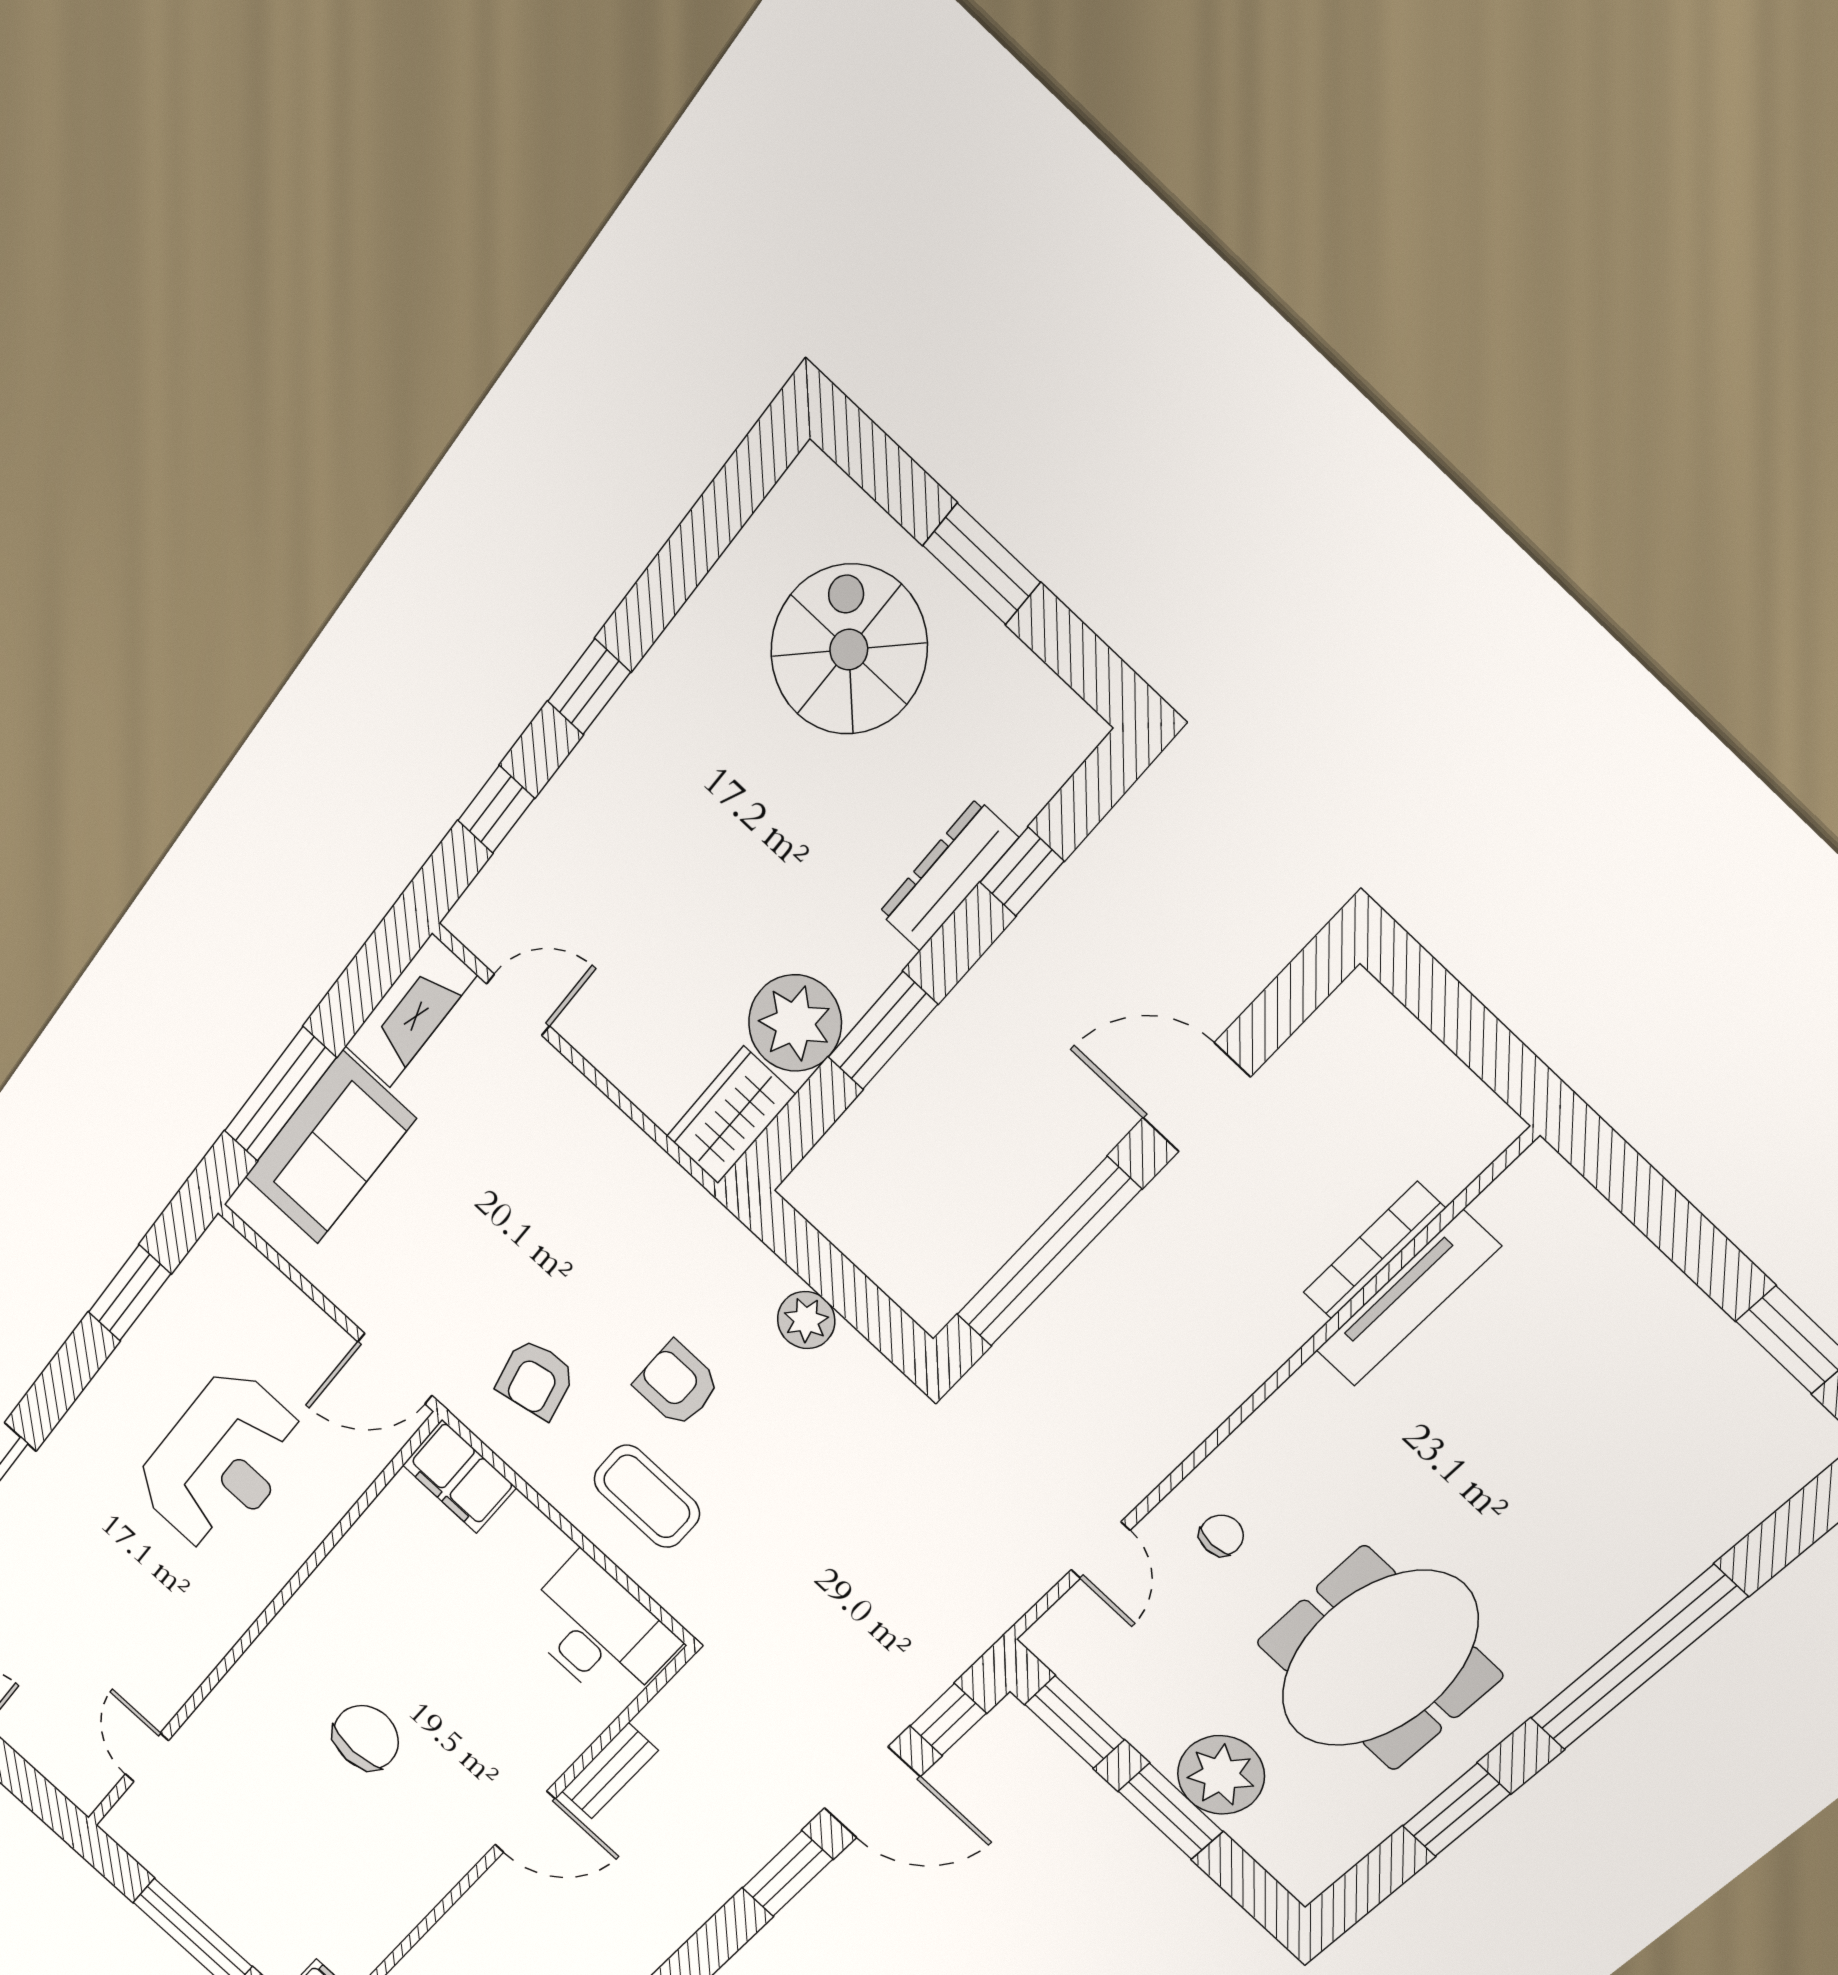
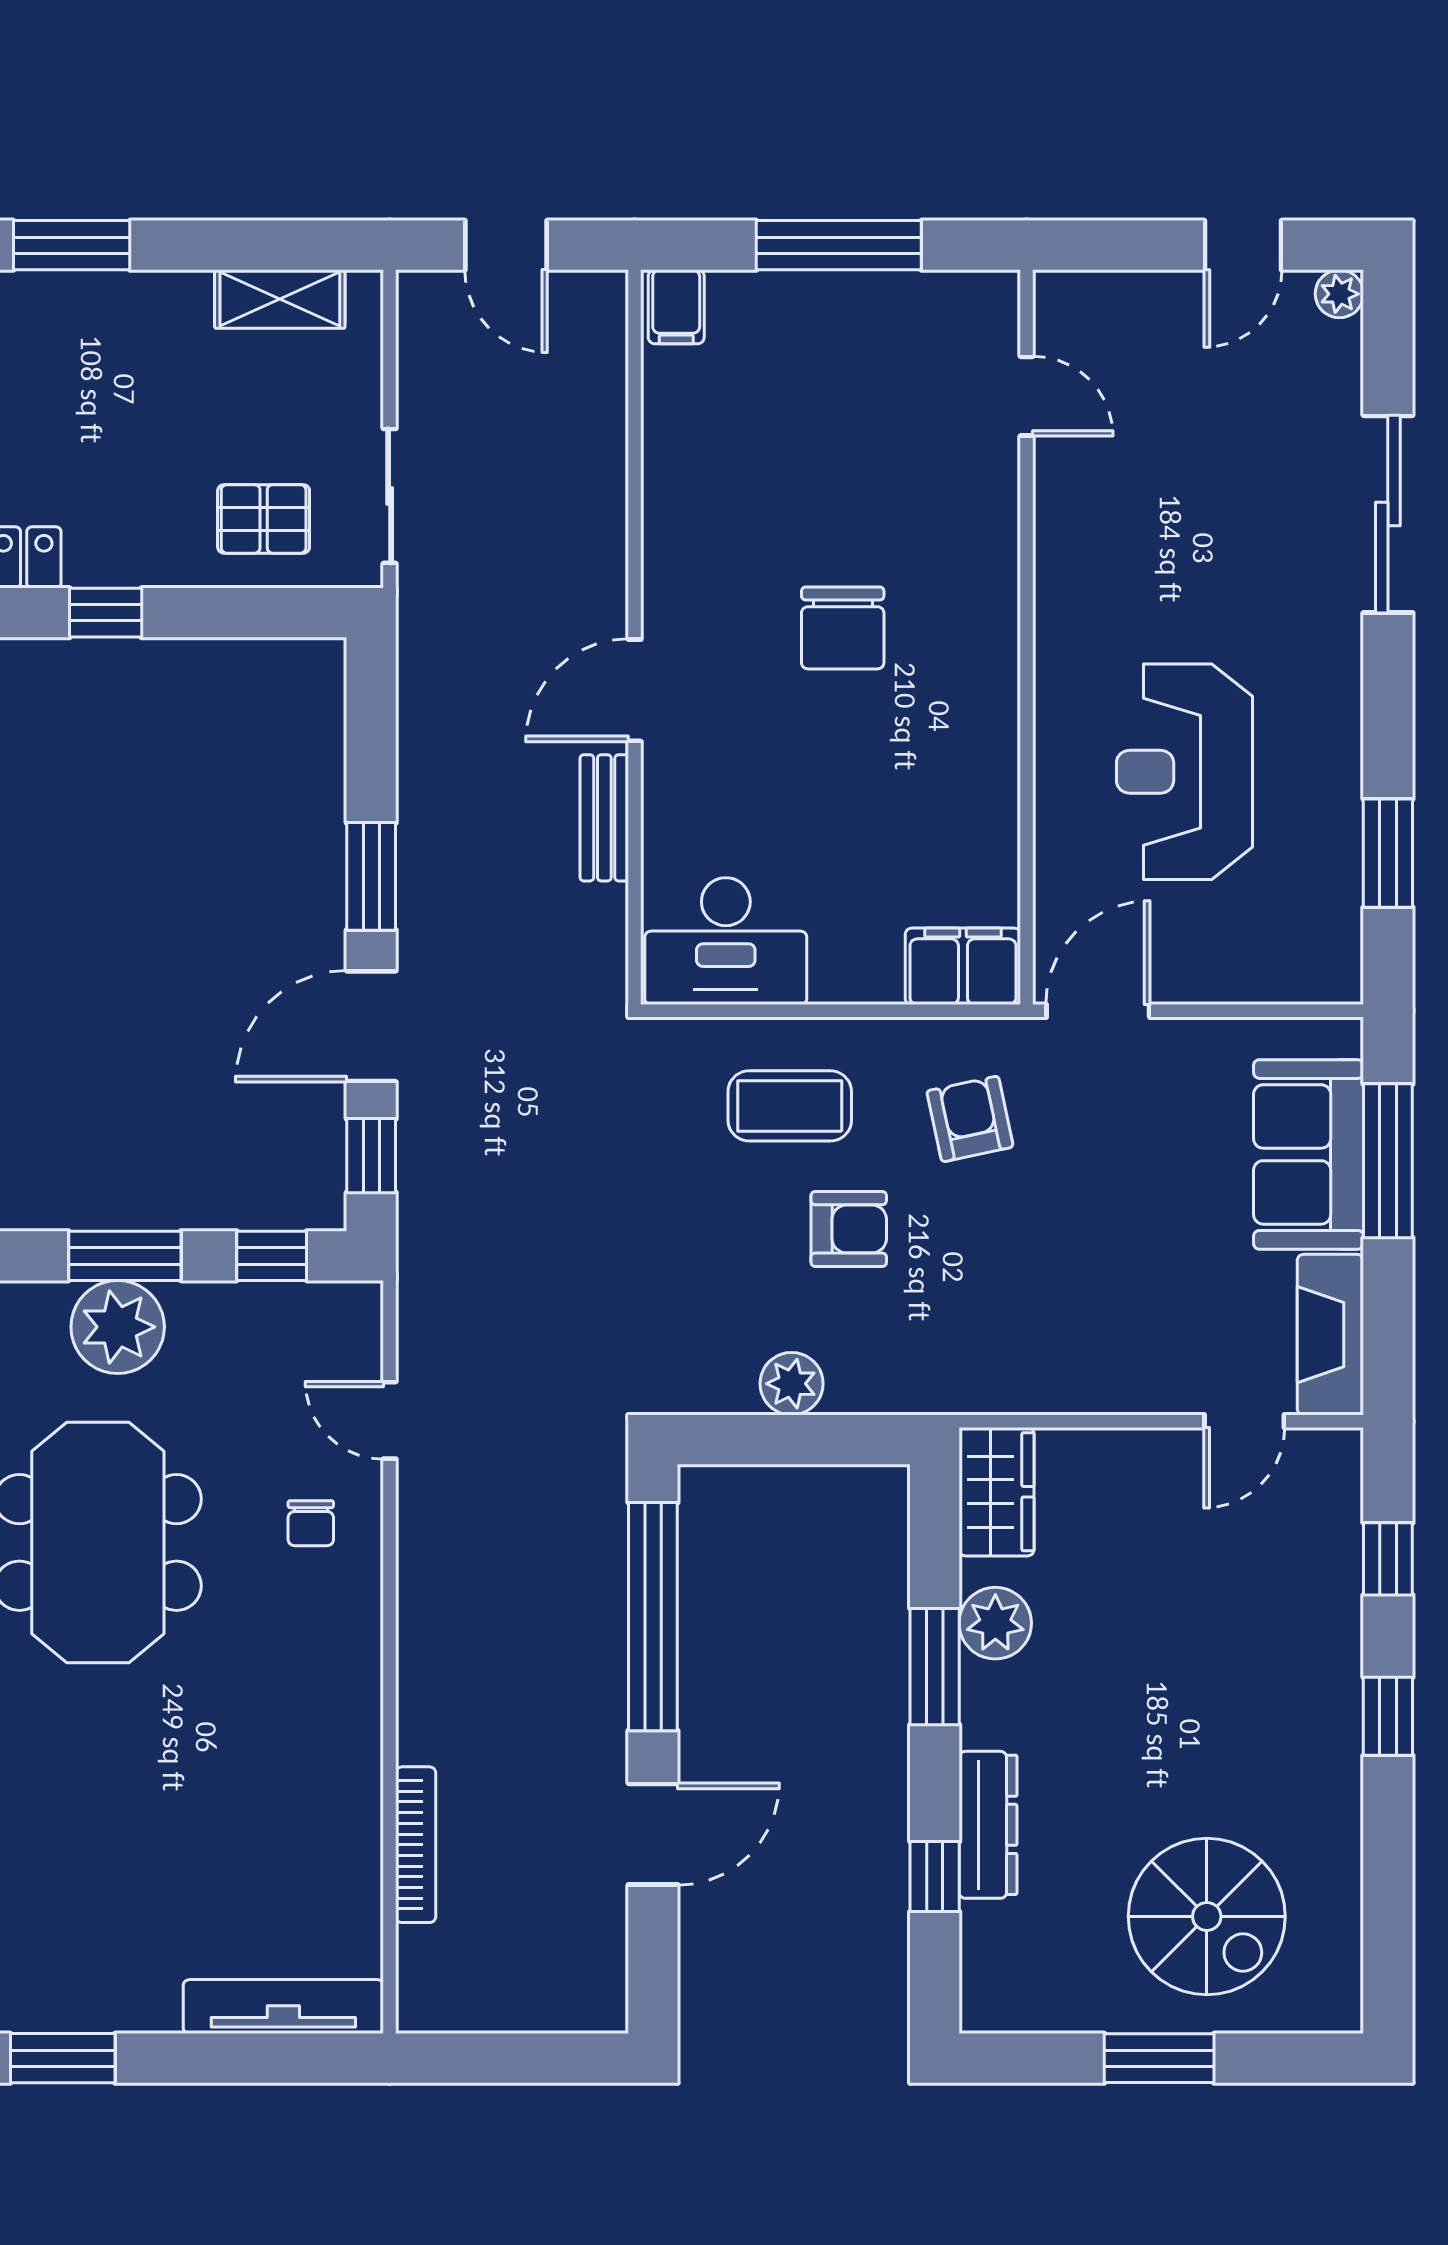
plant: (795, 1023) -> (995, 1623), width x0.73, depth x0.73
tv unit: (1408, 1299) -> (283, 2007), moved, turned 90
window: (1074, 1722) -> (272, 1256), width x0.67

